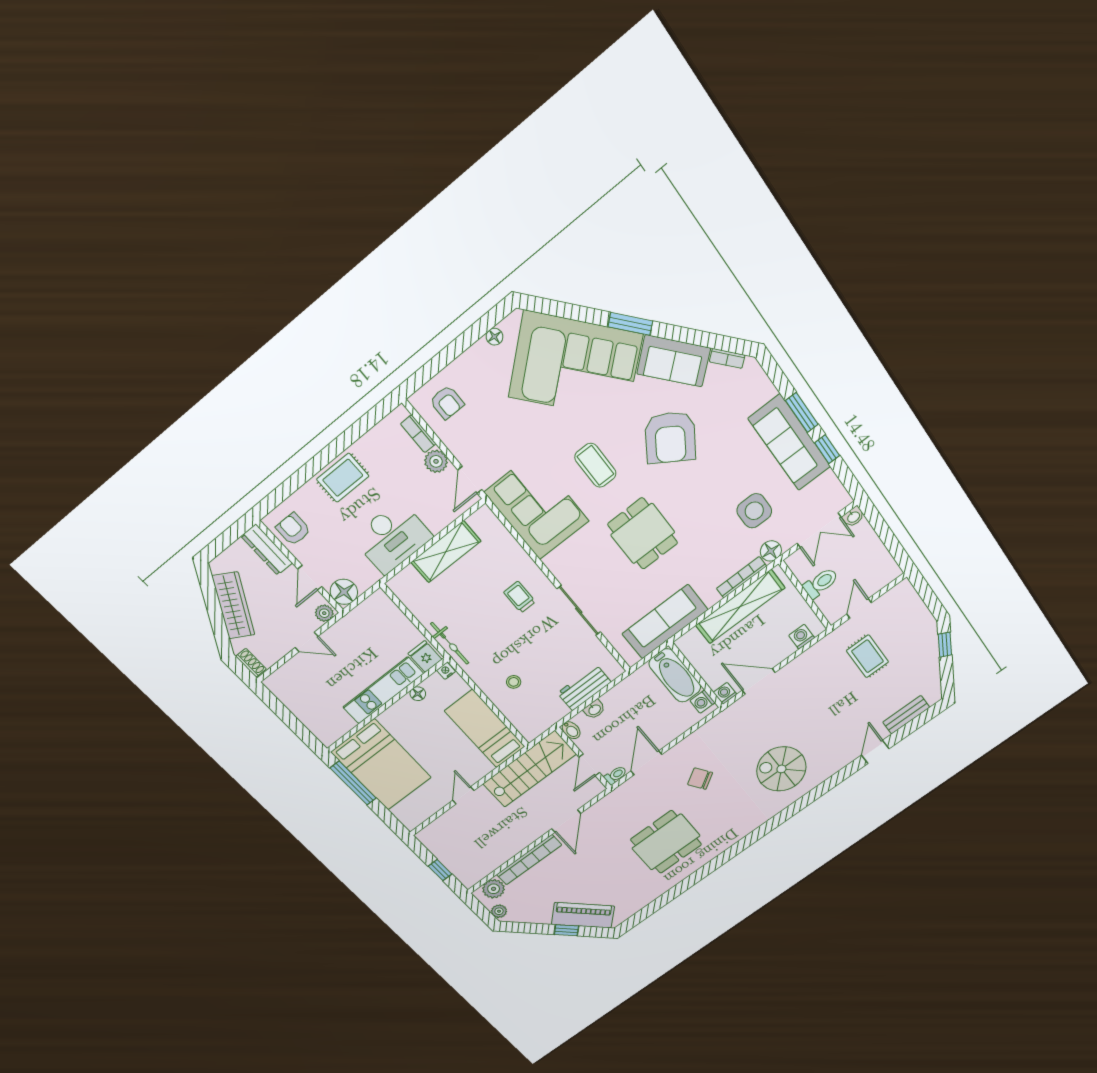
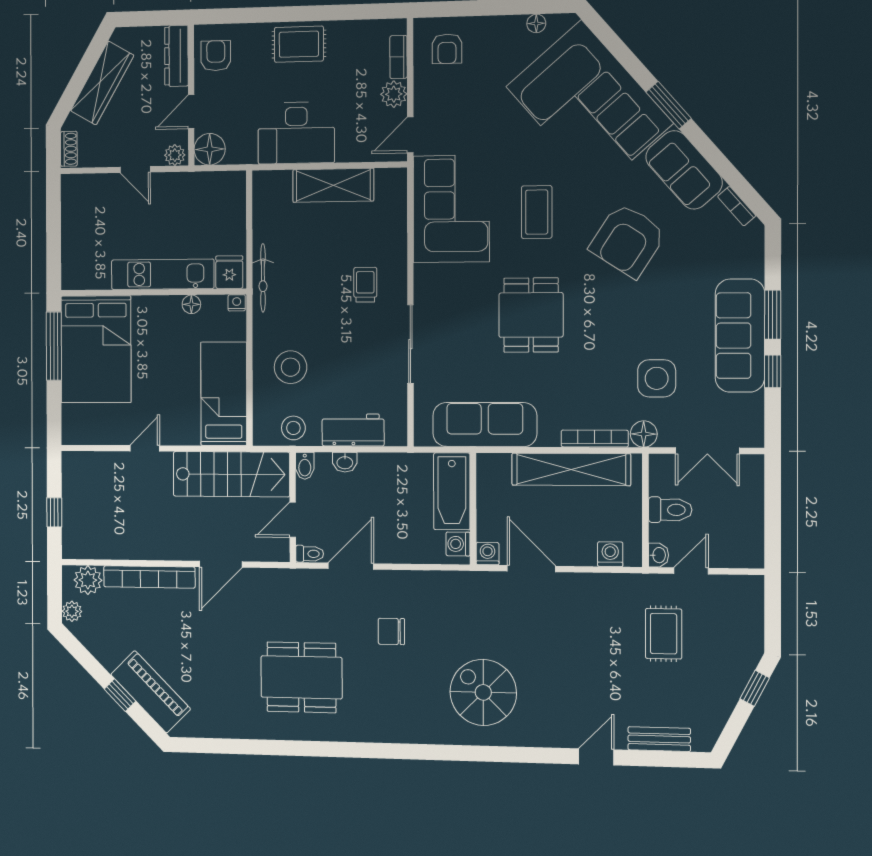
washbasin: (853, 517) -> (659, 555), moved, turned -90
stool: (514, 682) -> (290, 367), width x1.89, depth x1.89
stool: (546, 715) -> (293, 428), added
chair: (700, 779) -> (391, 631), turned -56

